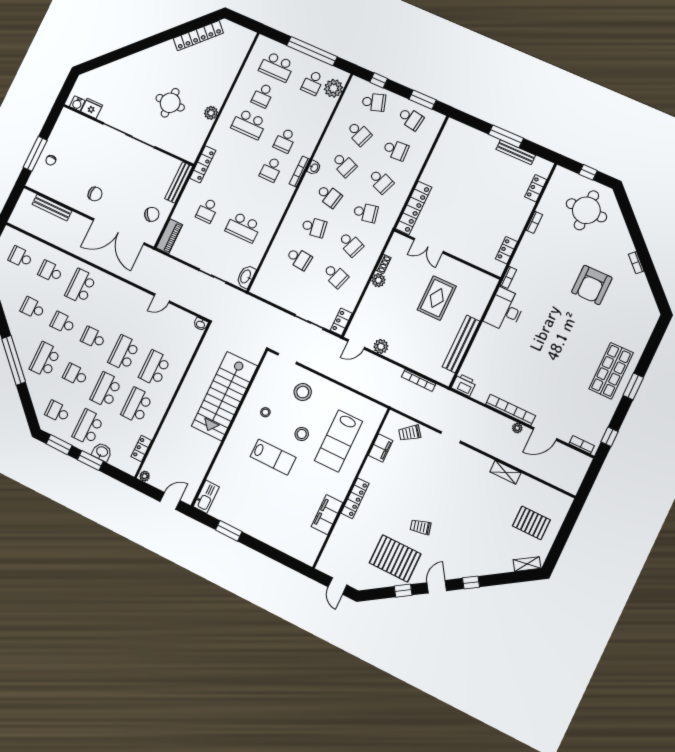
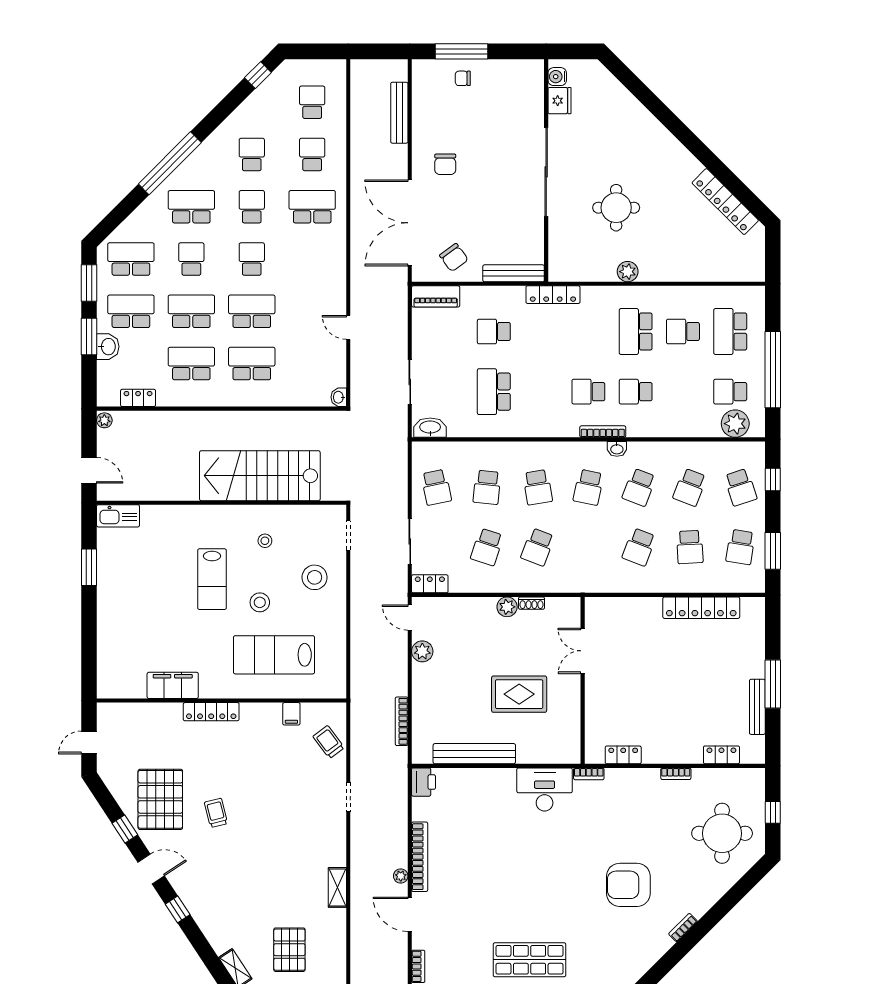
locker: (414, 208) -> (701, 608), moved
school desk: (366, 213) -> (436, 487), moved
school desk: (57, 412) -> (131, 259), width x1.85
filing cabinet: (381, 448) -> (291, 714), width x0.50

